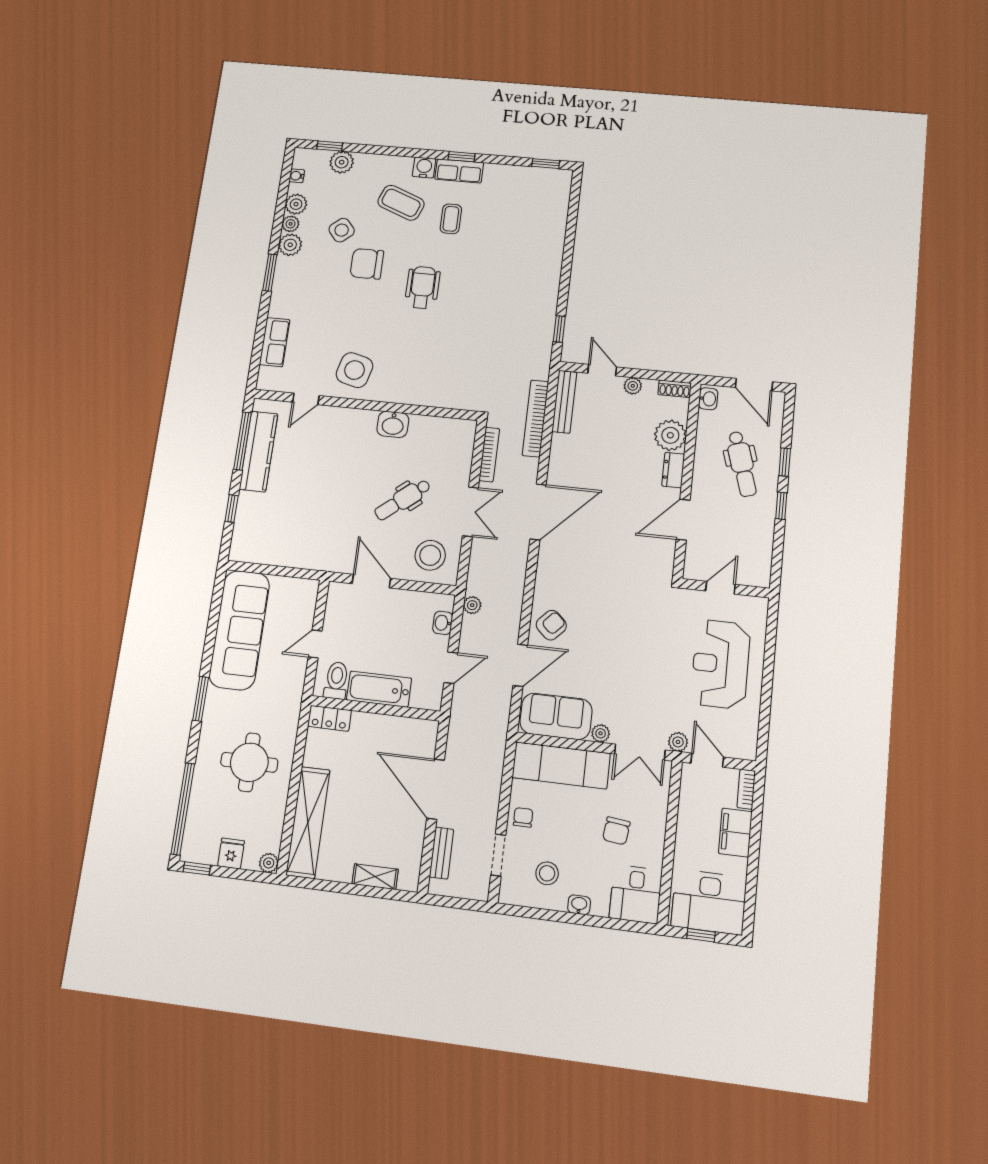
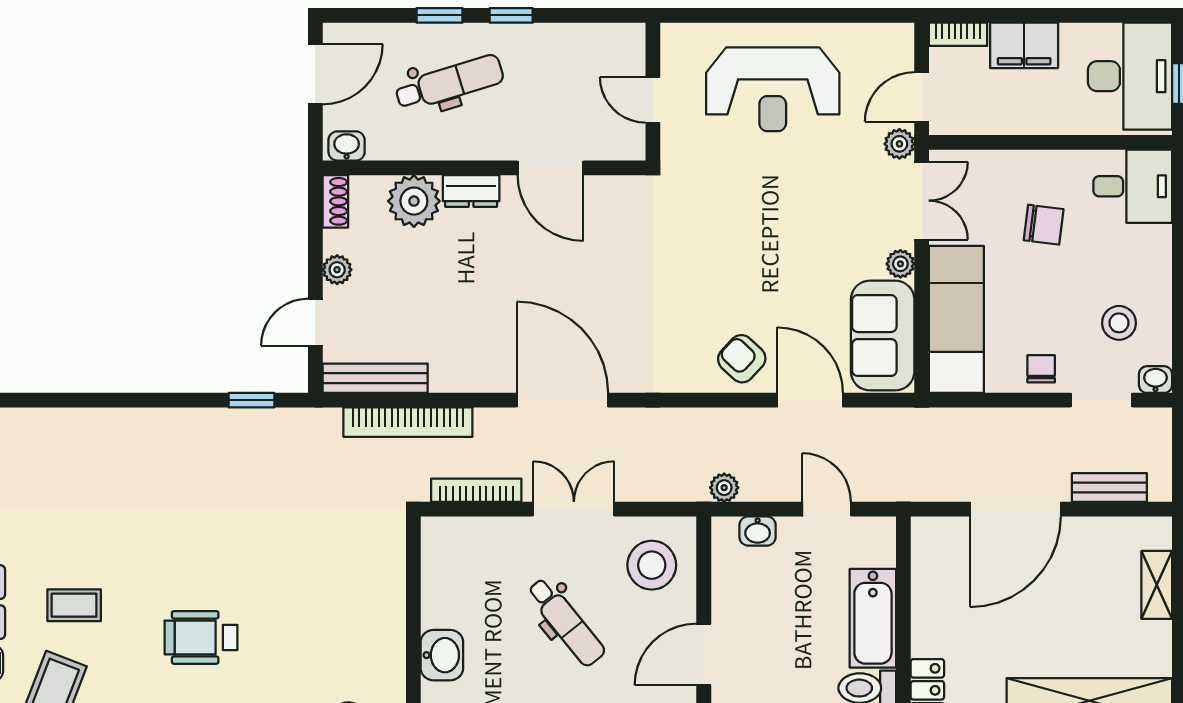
chair: (523, 817) -> (1041, 369), turned 90
washbasin: (579, 905) -> (1156, 380), moved, turned 90

